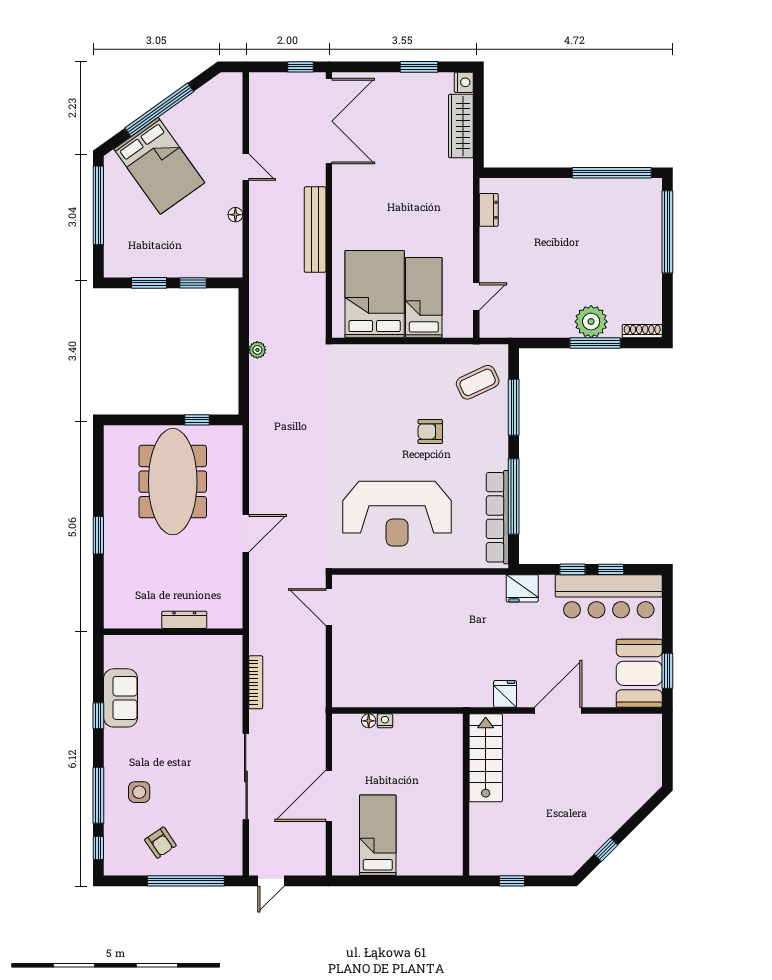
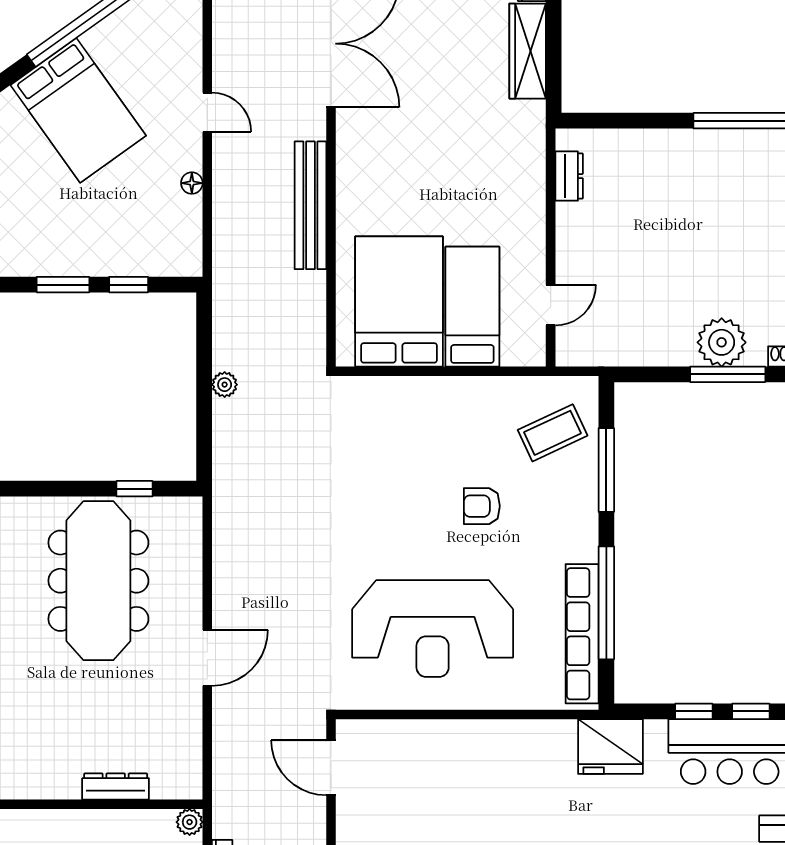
fridge: (522, 588) -> (610, 747), width x1.36, depth x1.34
plant: (234, 644) -> (190, 822), added

